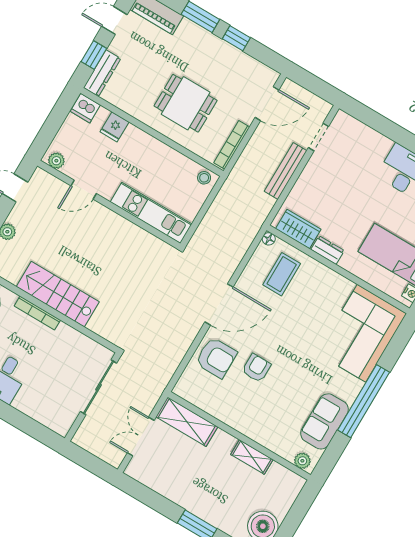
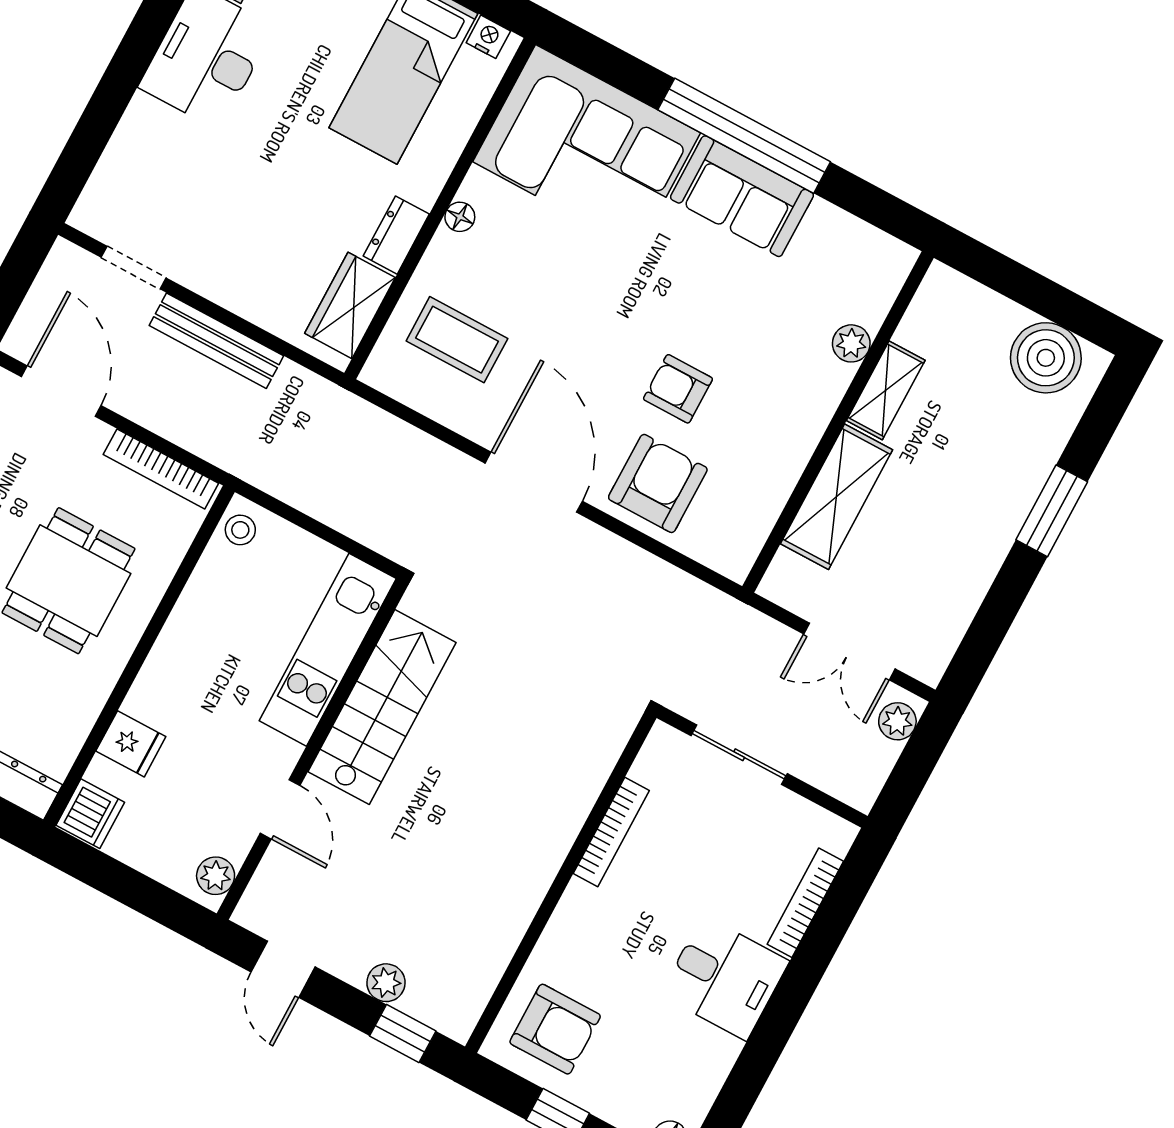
floor lamp: (269, 239) -> (460, 217), moved
stairs: (58, 294) -> (382, 707), moved, turned 180
bookcase: (37, 313) -> (611, 832), moved
sliding door: (98, 387) -> (739, 755), width x0.73
bookcase: (34, 413) -> (805, 903), added
sofa: (324, 421) -> (742, 196), moved
shelving: (187, 422) -> (836, 497), moved
plant: (110, 456) -> (897, 721), added
plant: (302, 461) -> (851, 343), moved

